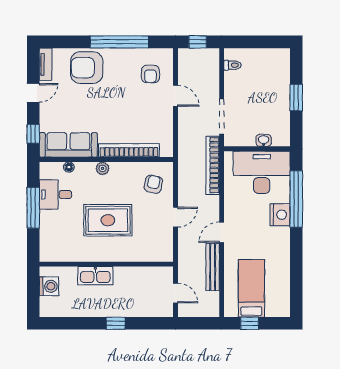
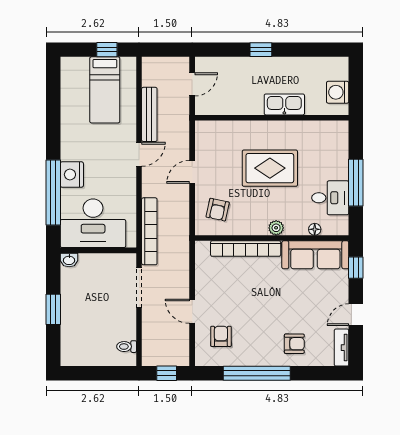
armchair: (87, 68) -> (294, 344), width x0.53, depth x0.53
washbasin: (264, 140) -> (69, 260), moved
door: (175, 293) -> (192, 84), swing flipped

